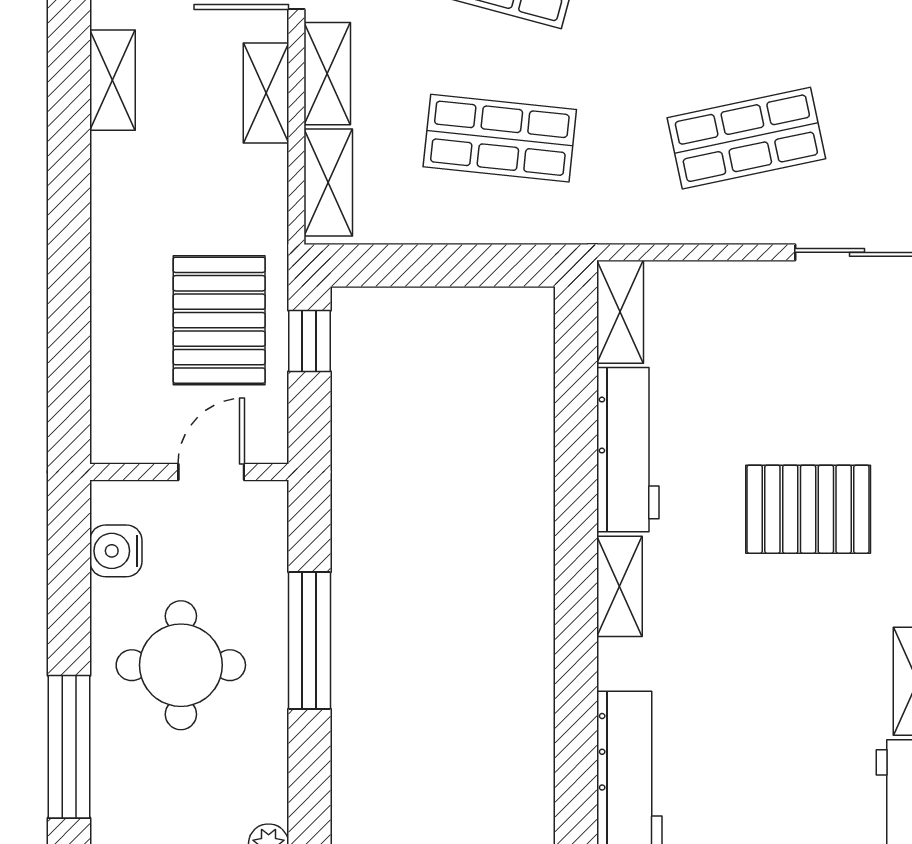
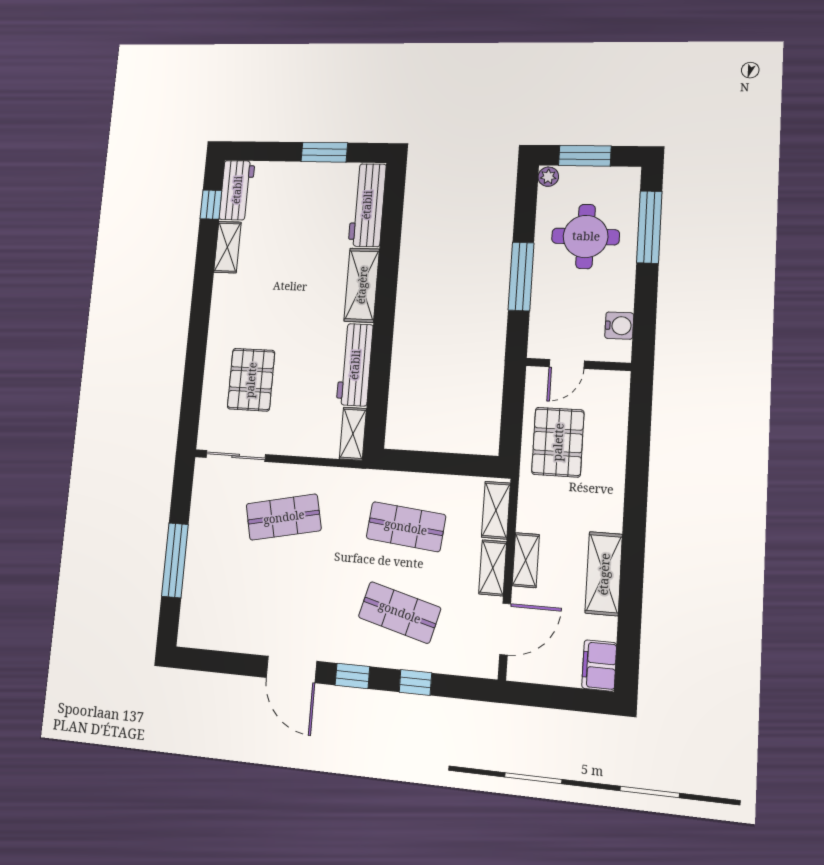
shelving: (113, 80) -> (604, 574), width x1.50, depth x1.33
window: (309, 341) -> (511, 428), removed
pallet: (808, 509) -> (251, 380), moved, turned 90
shelving: (620, 586) -> (362, 285), width x1.50, depth x1.33
round table: (181, 665) -> (586, 236), moved

